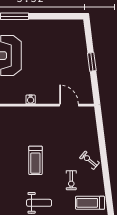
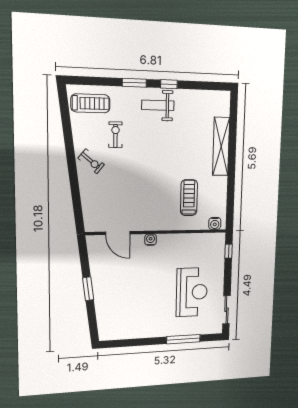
water cooler: (31, 99) -> (151, 240), moved
treadmill: (35, 160) -> (189, 198), moved

